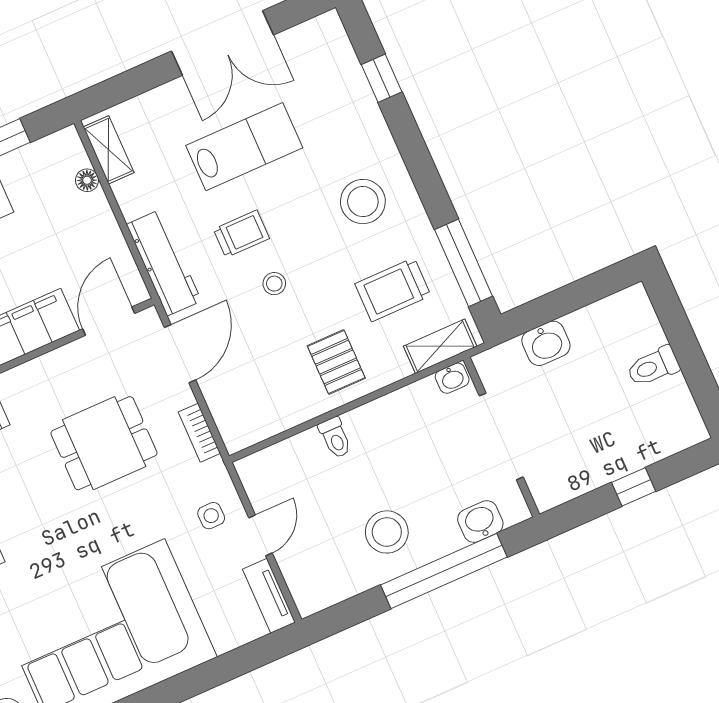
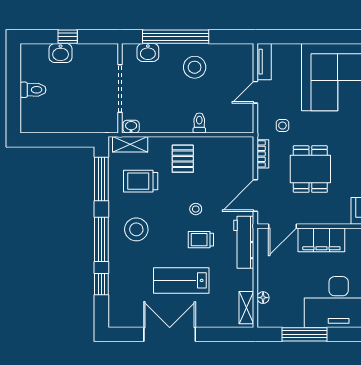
window: (416, 157) -> (101, 239), added
trolley: (393, 290) -> (141, 181), turned 180
washbasin: (546, 343) -> (61, 53), moved, turned 180
dining table: (104, 443) -> (310, 169), turned 90
side table: (211, 516) -> (282, 126), moved

